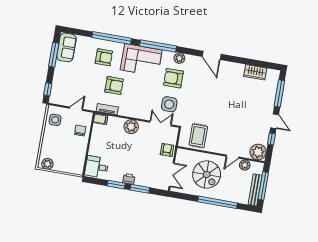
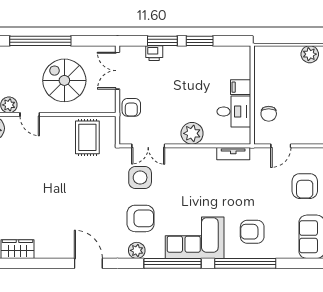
armchair: (114, 86) -> (305, 186), moved, turned -90
filing cabinet: (101, 119) -> (241, 87), moved
side table: (55, 120) -> (310, 123), removed
door: (232, 157) -> (30, 115), swing flipped
desk: (97, 167) -> (234, 112), moved
printer: (129, 179) -> (154, 53), moved

